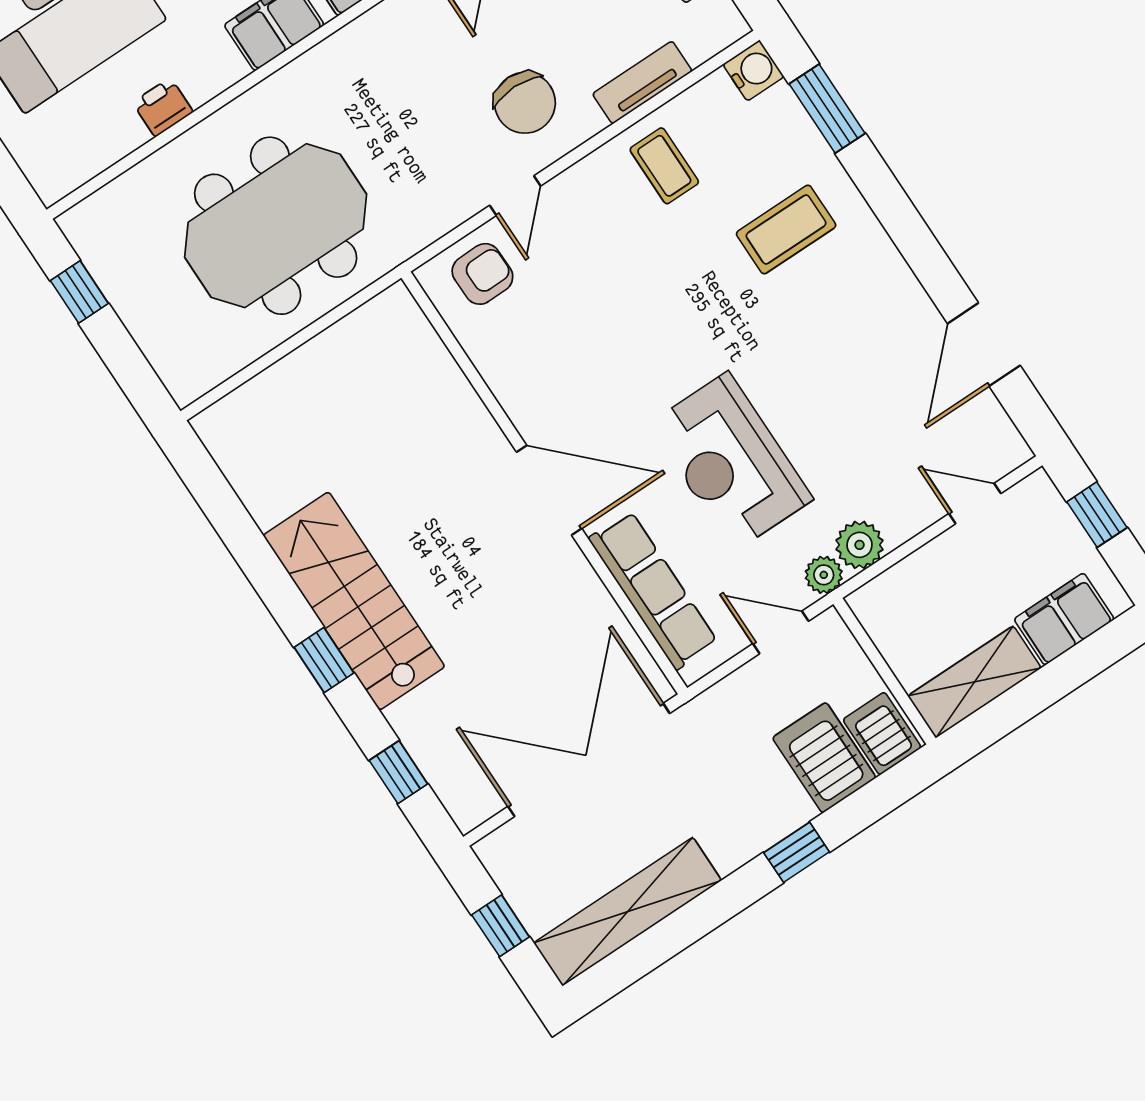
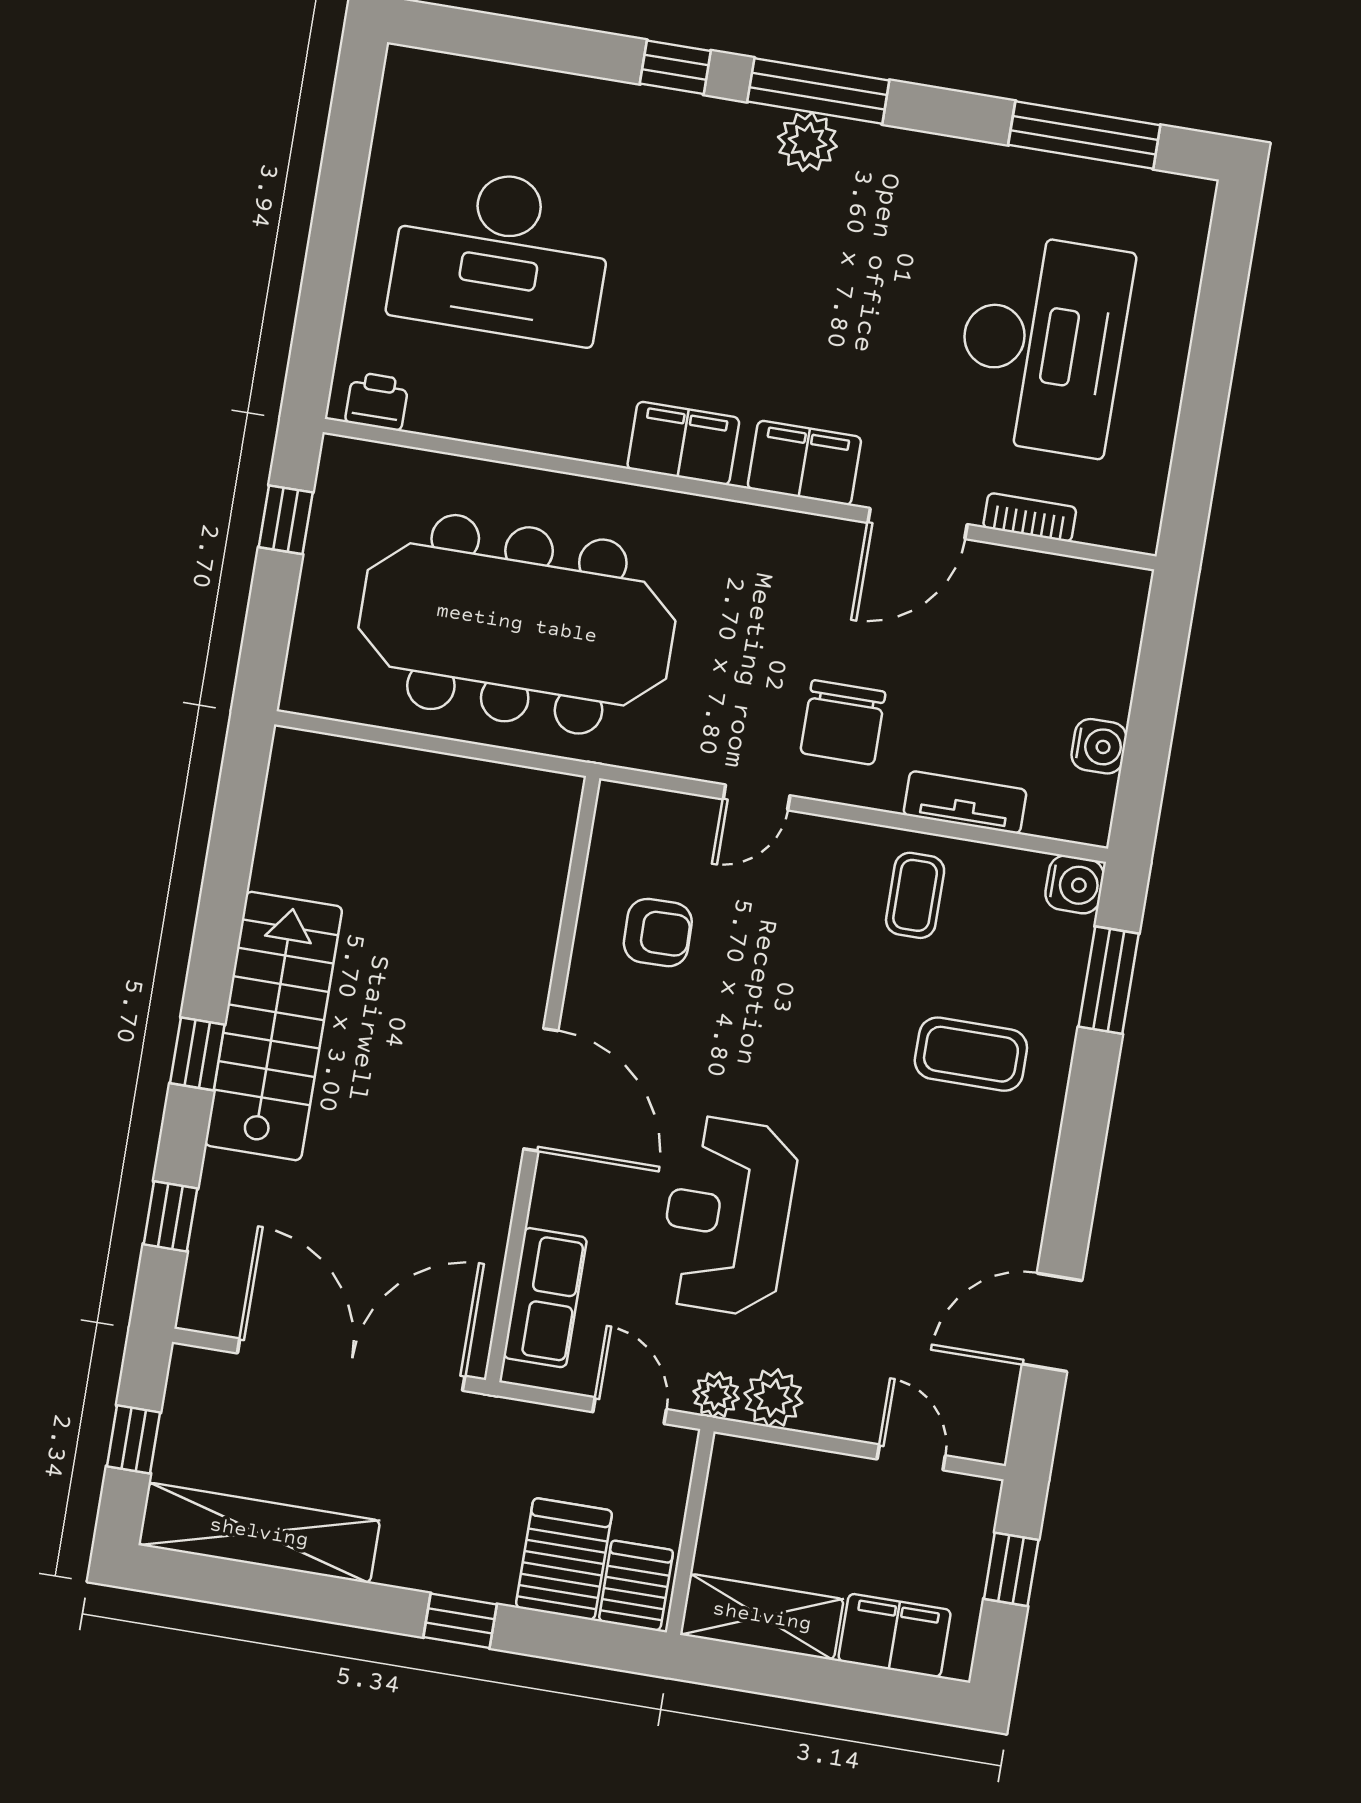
printer: (163, 107) -> (377, 401), moved
meeting table: (276, 226) -> (517, 624), width x1.36
armchair: (482, 274) -> (658, 933), moved
row of seats: (653, 590) -> (545, 1298), width x0.68

